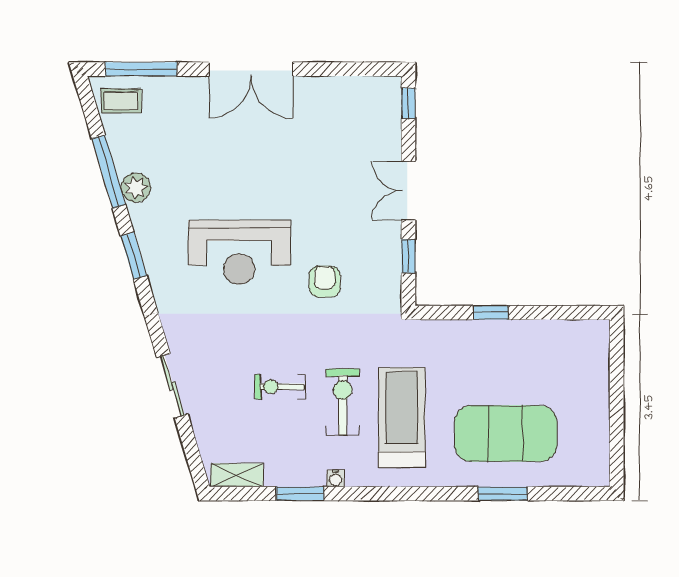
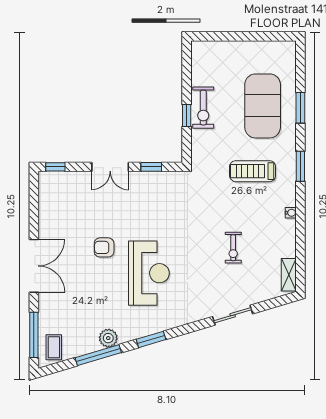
armchair: (325, 281) -> (104, 247), moved
exercise bike: (343, 402) -> (203, 108), moved, turned -90
treadmill: (402, 418) -> (253, 171), width x0.73, depth x0.73
window: (300, 494) -> (300, 166), moved

